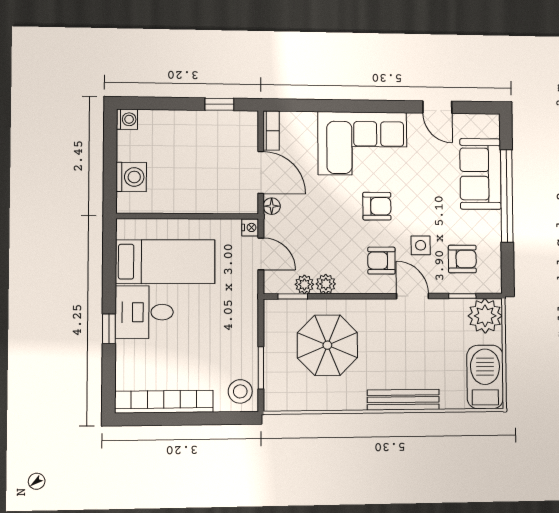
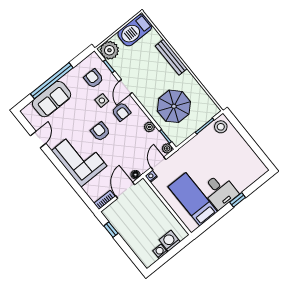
washing machine: (127, 119) -> (160, 251), moved
plant: (304, 284) -> (167, 148), moved
bookcase: (164, 402) -> (249, 154), removed

